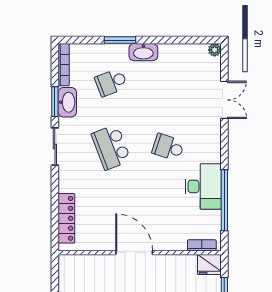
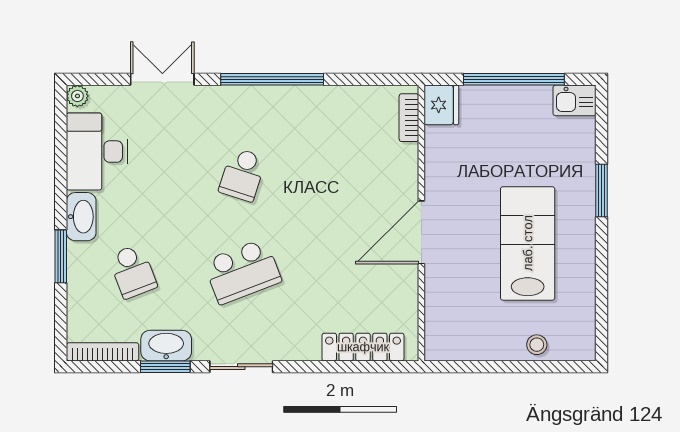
desk: (203, 186) -> (97, 152), moved, turned -90
window: (224, 200) -> (272, 79), moved

